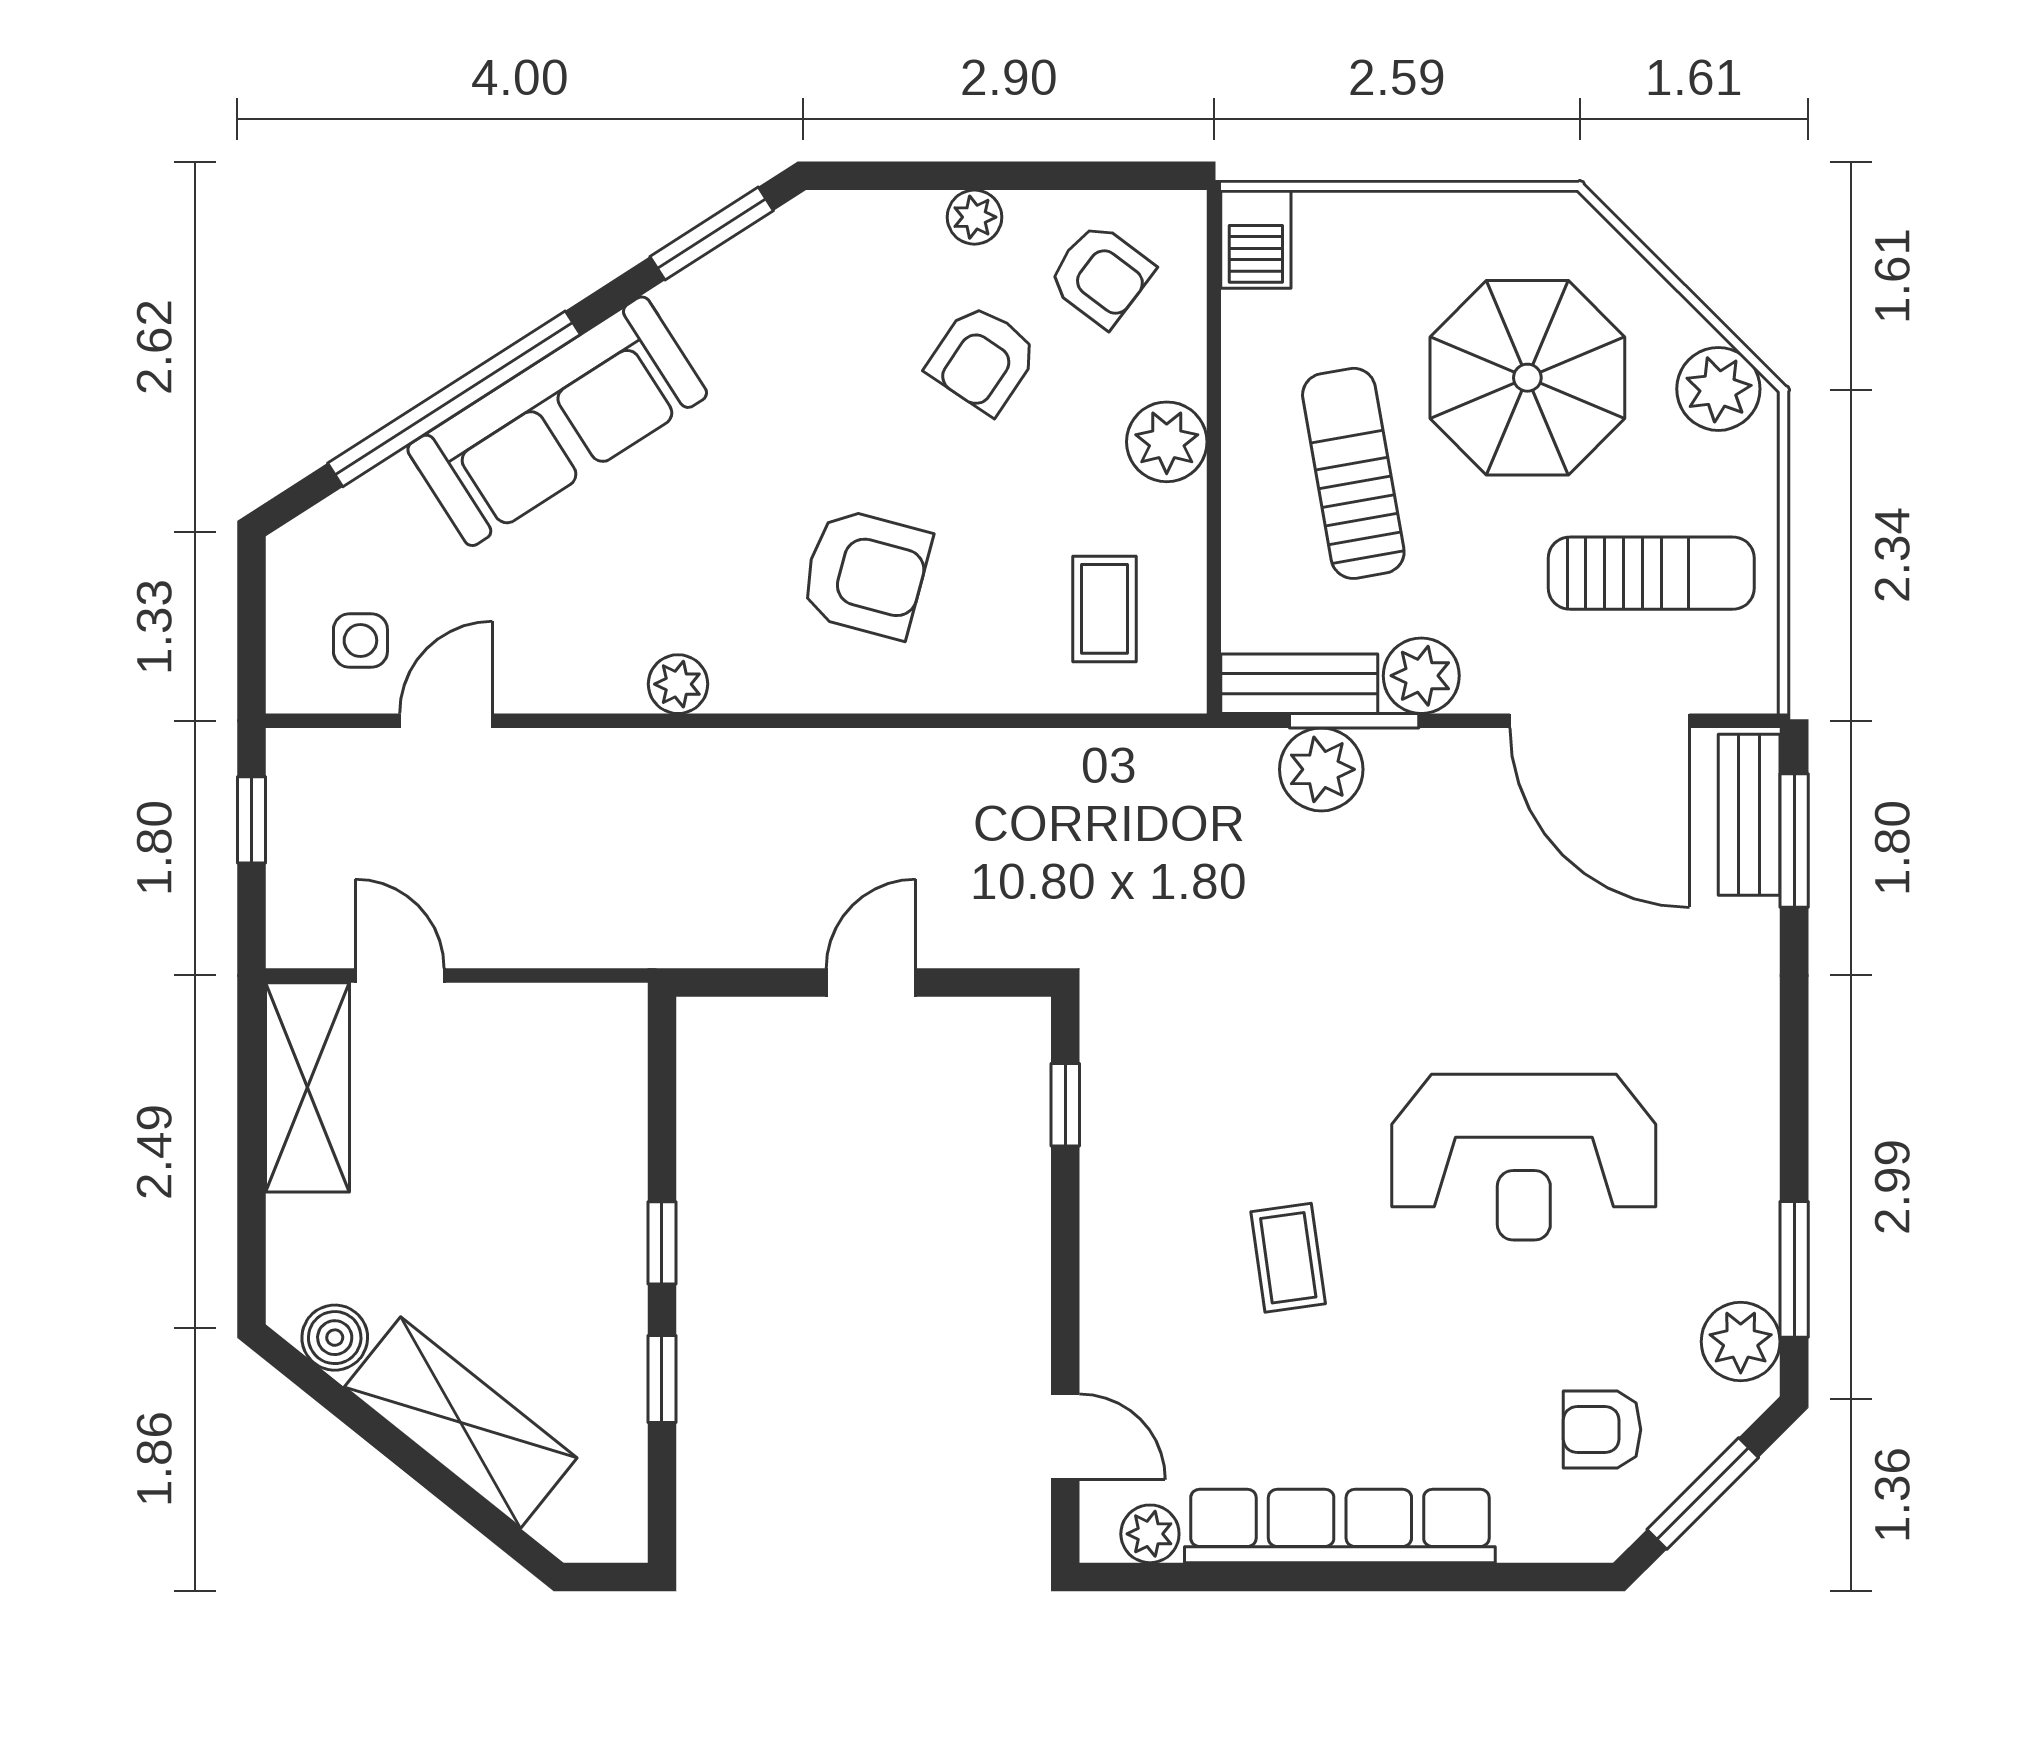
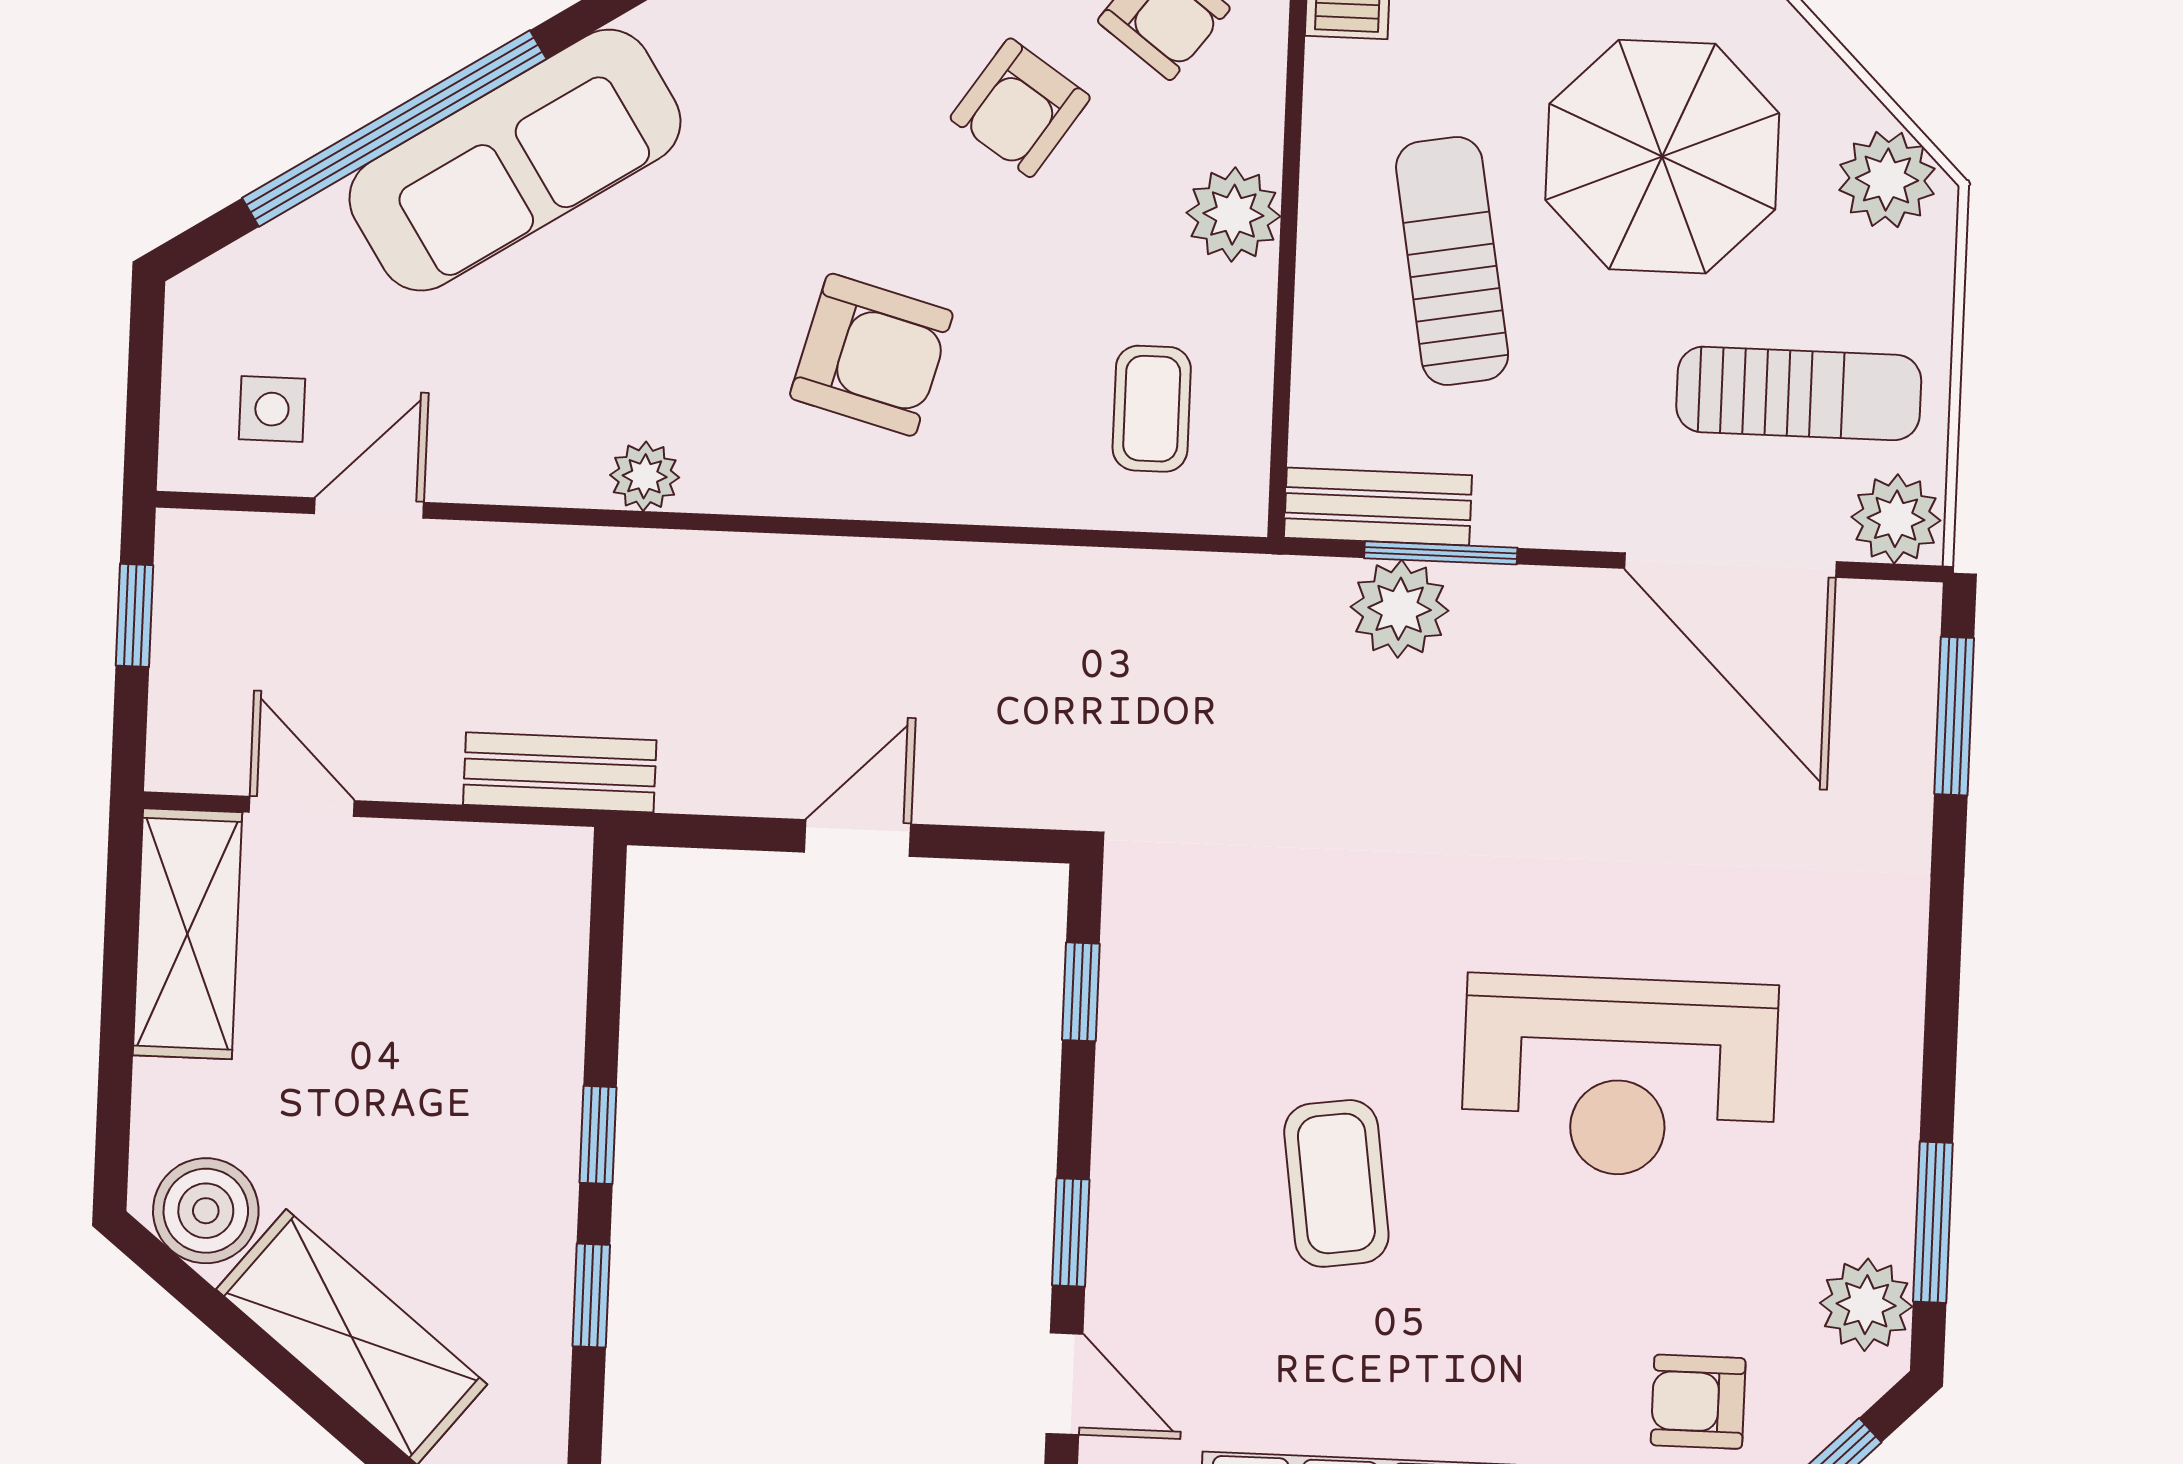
plant: (1421, 676) -> (1896, 519), moved
bench: (1749, 815) -> (560, 772), moved, turned 90
coffee table: (1288, 1258) -> (1336, 1183), width x1.36, depth x1.30
window: (1065, 1309) -> (1071, 1232), added
boiler: (335, 1338) -> (206, 1211), width x1.36, depth x1.36

